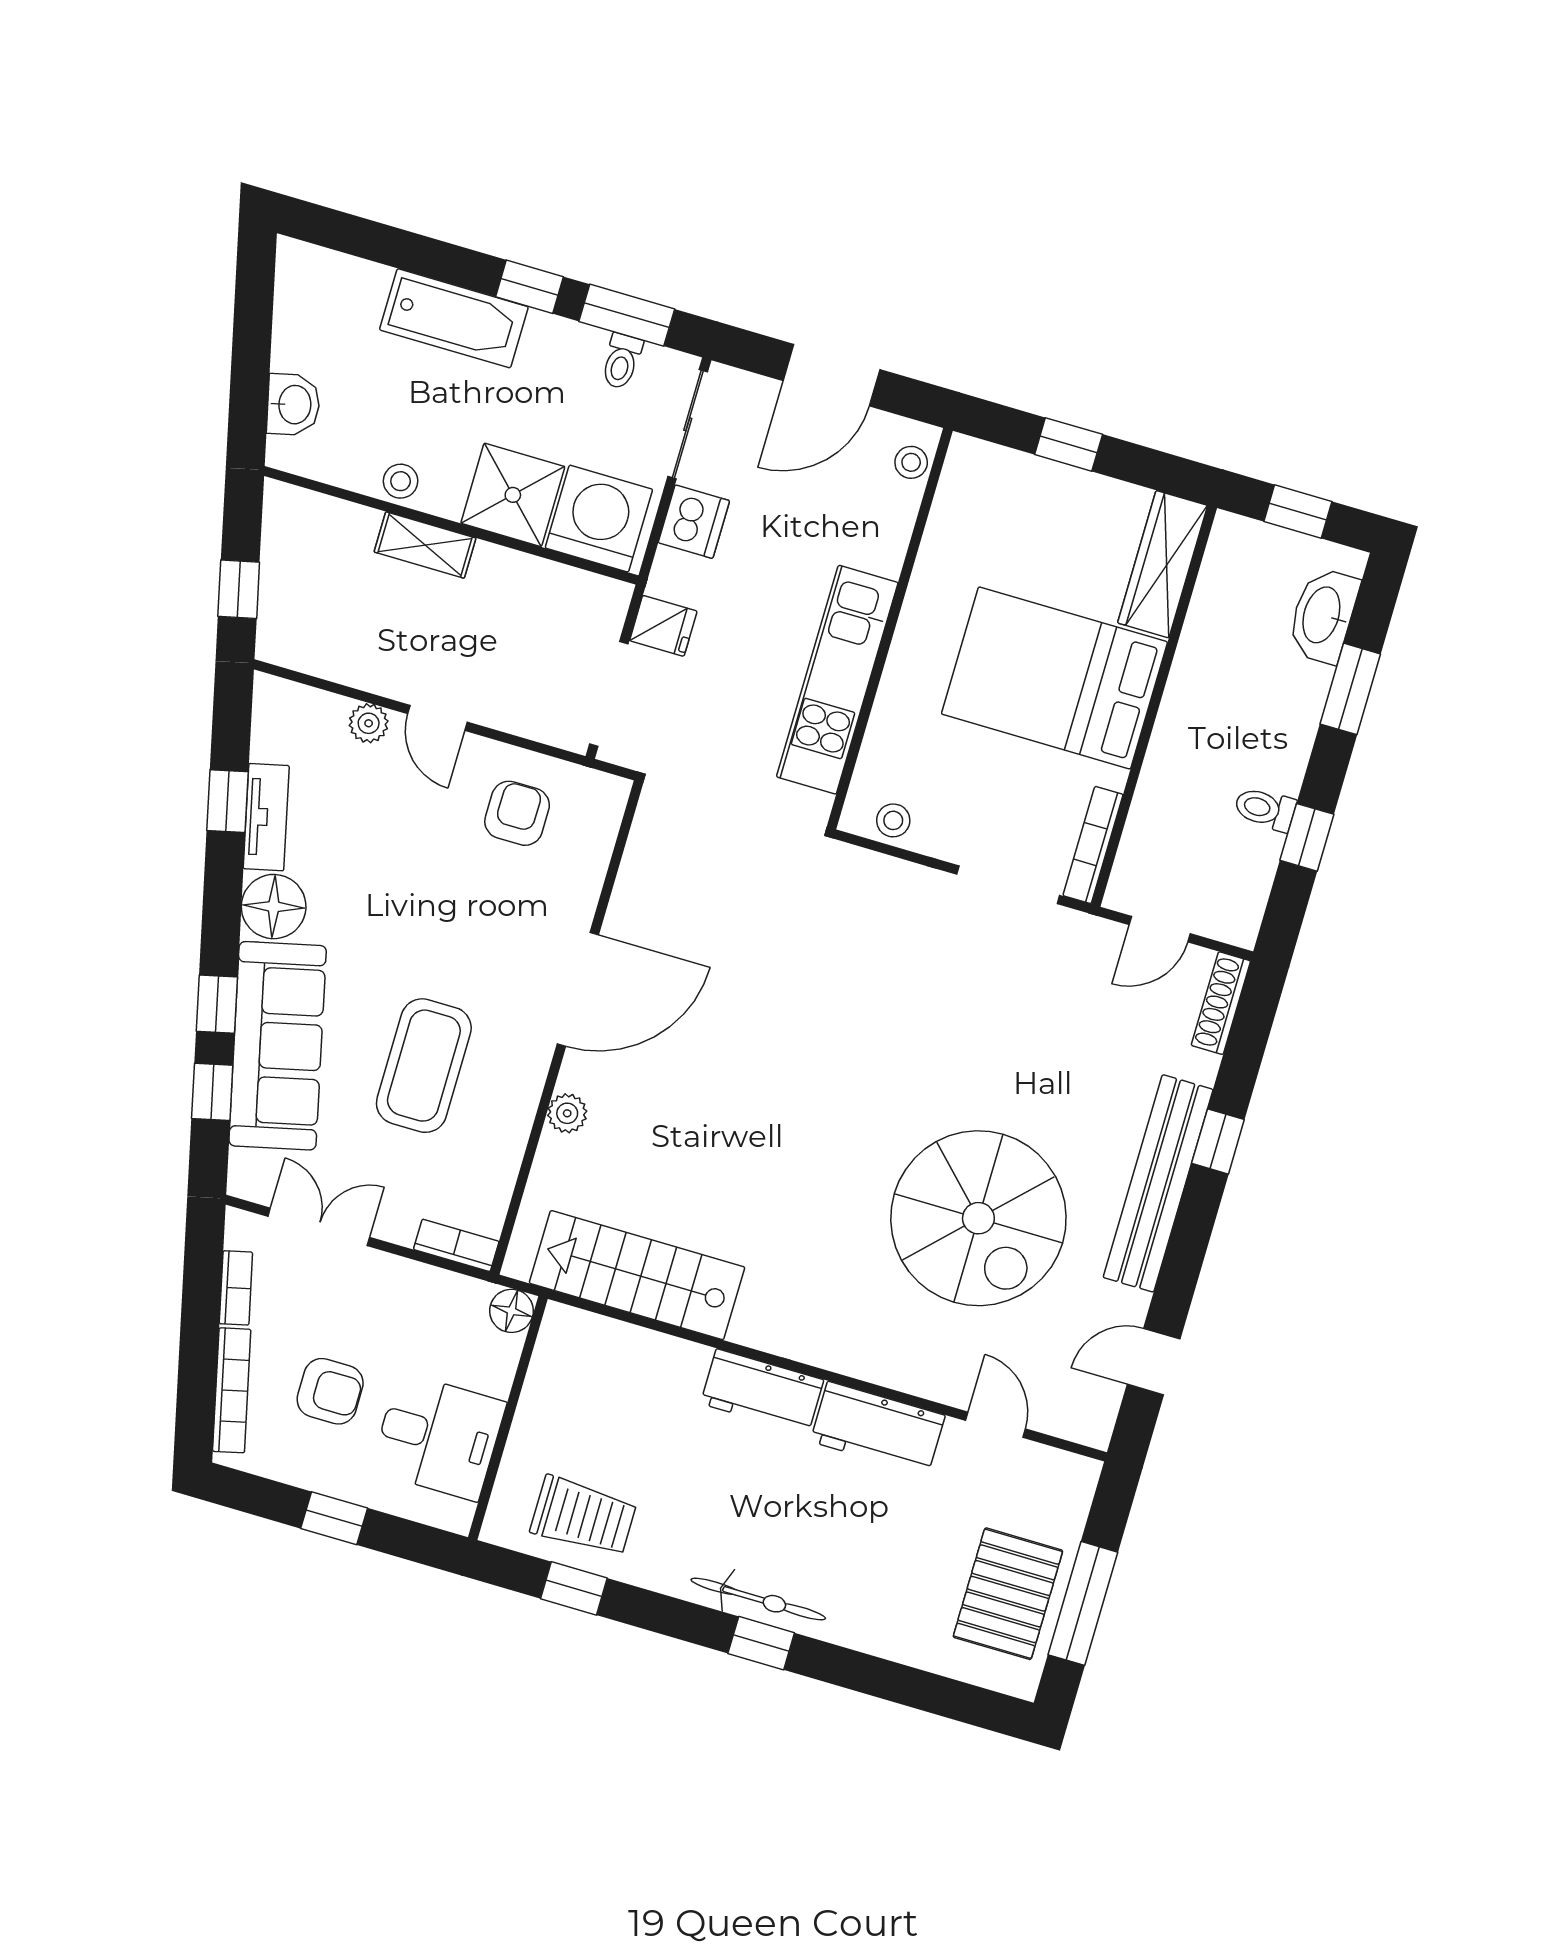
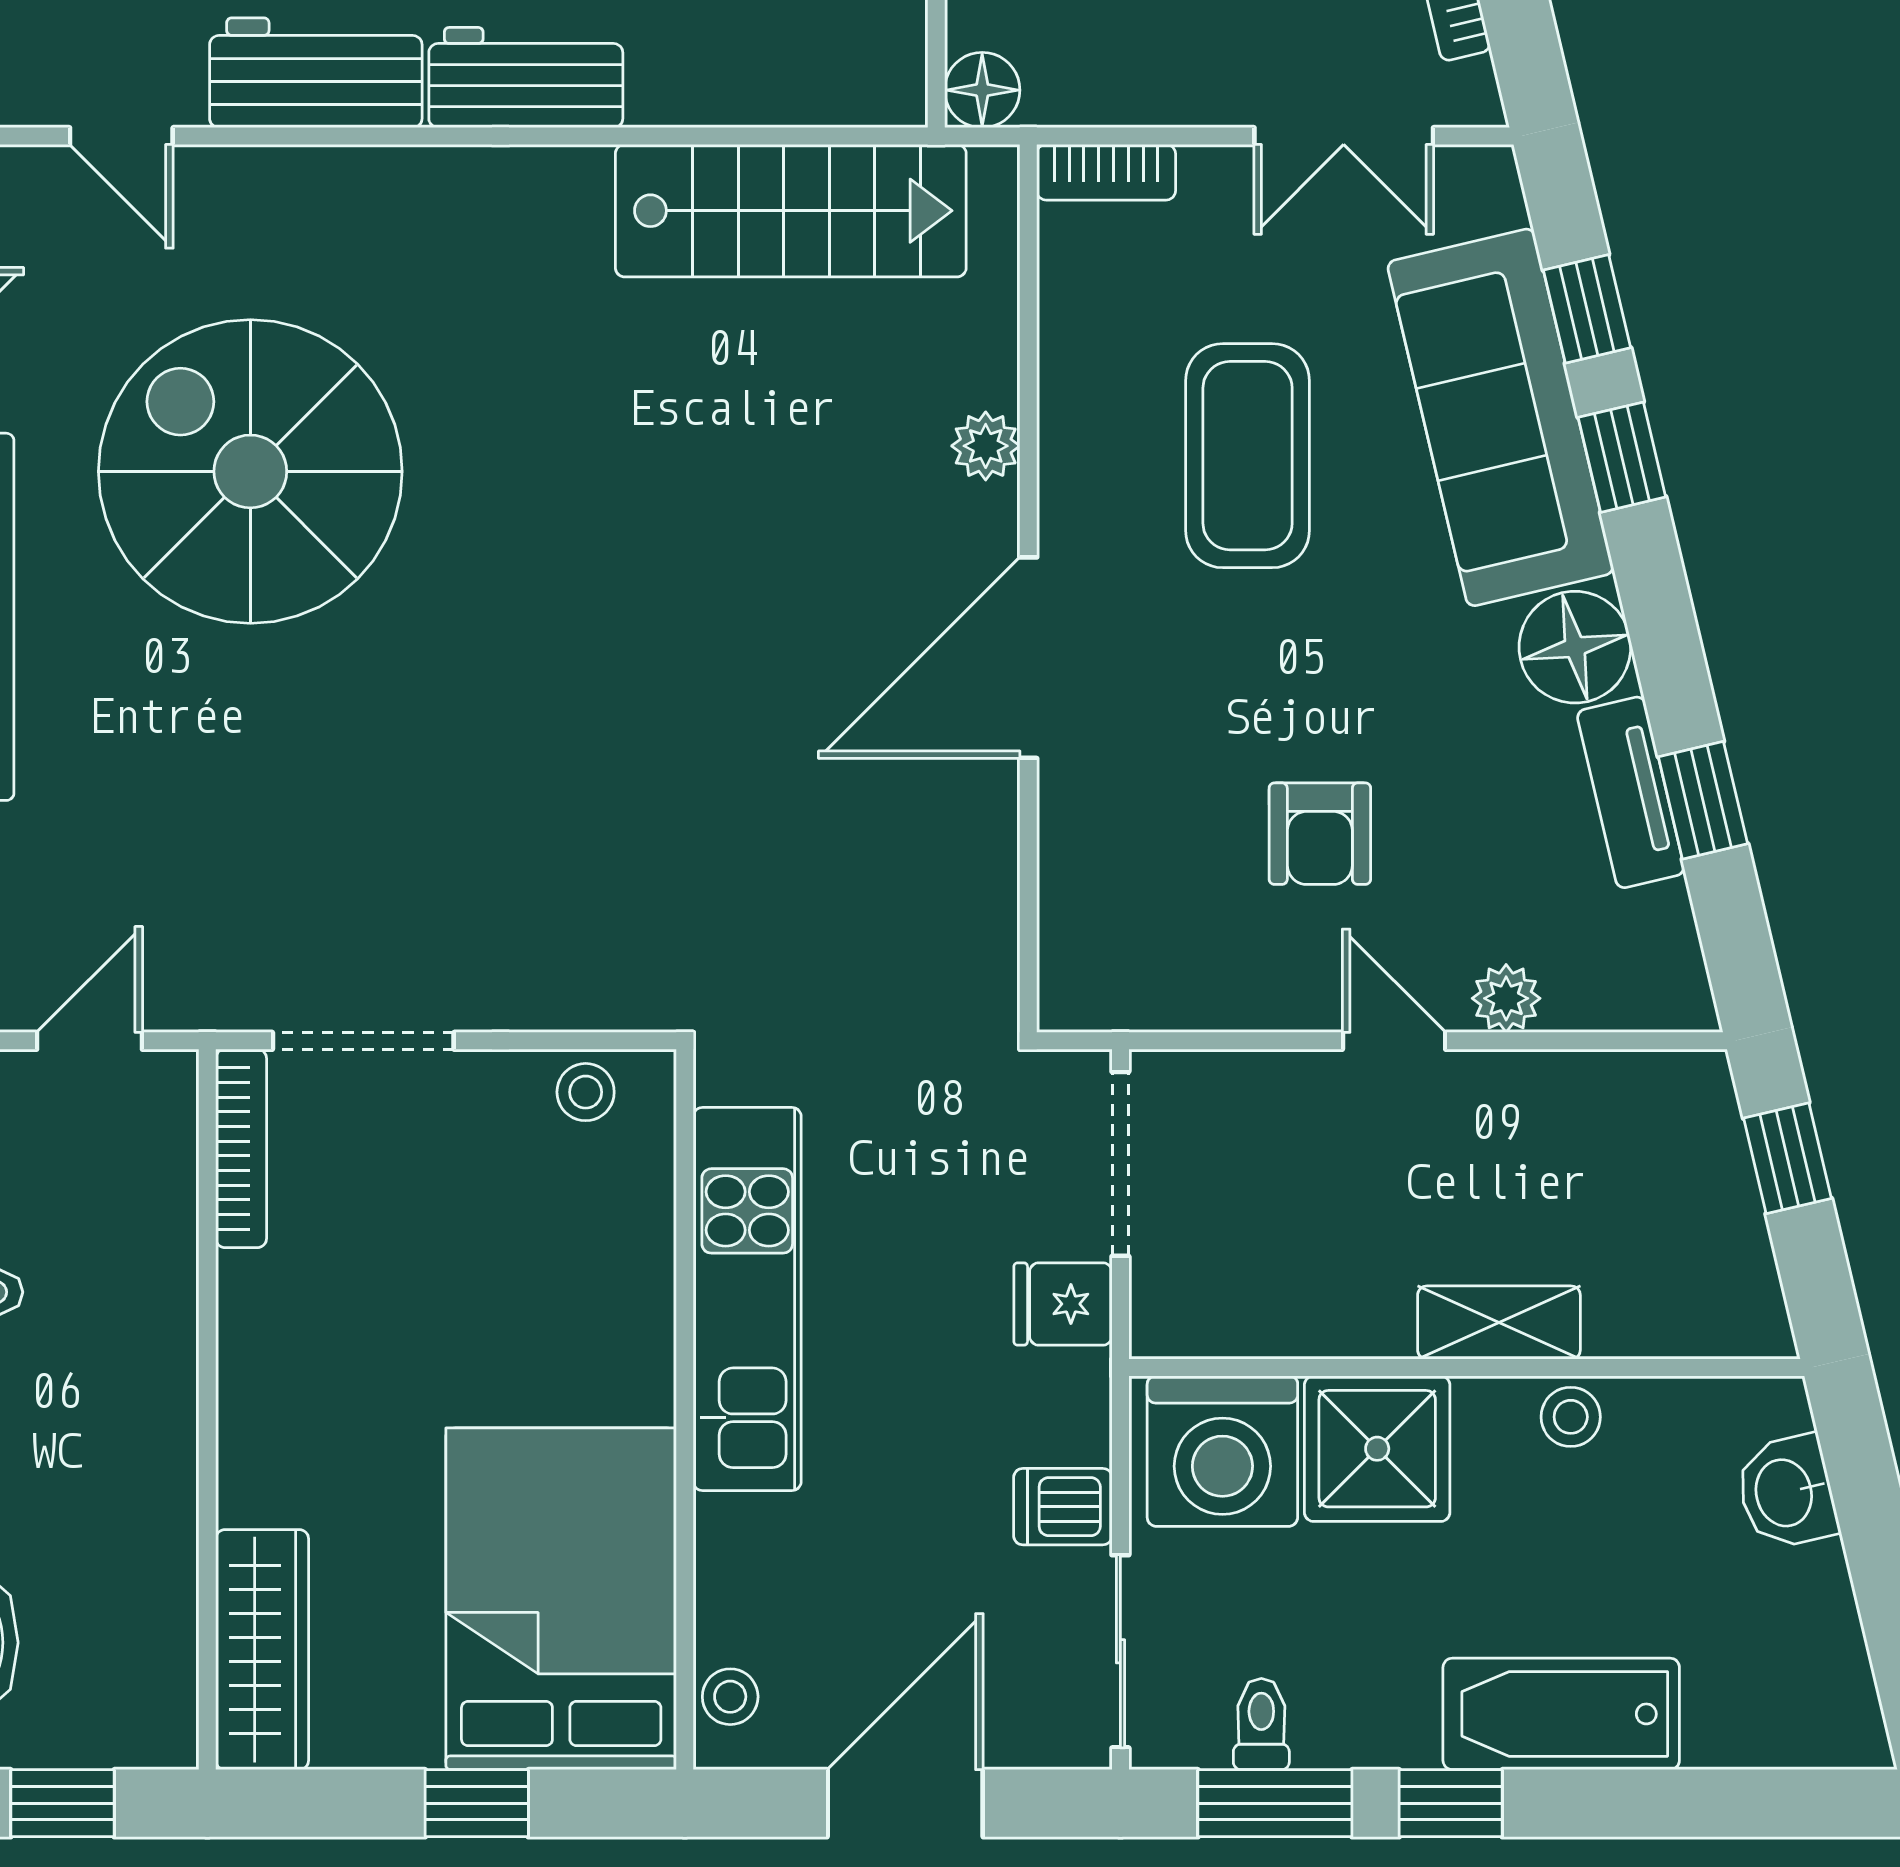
dishwasher: (694, 522) -> (1063, 1507), width x0.73
bed: (1054, 678) -> (561, 1599), moved, turned -90
armchair: (517, 813) -> (1320, 834), moved

